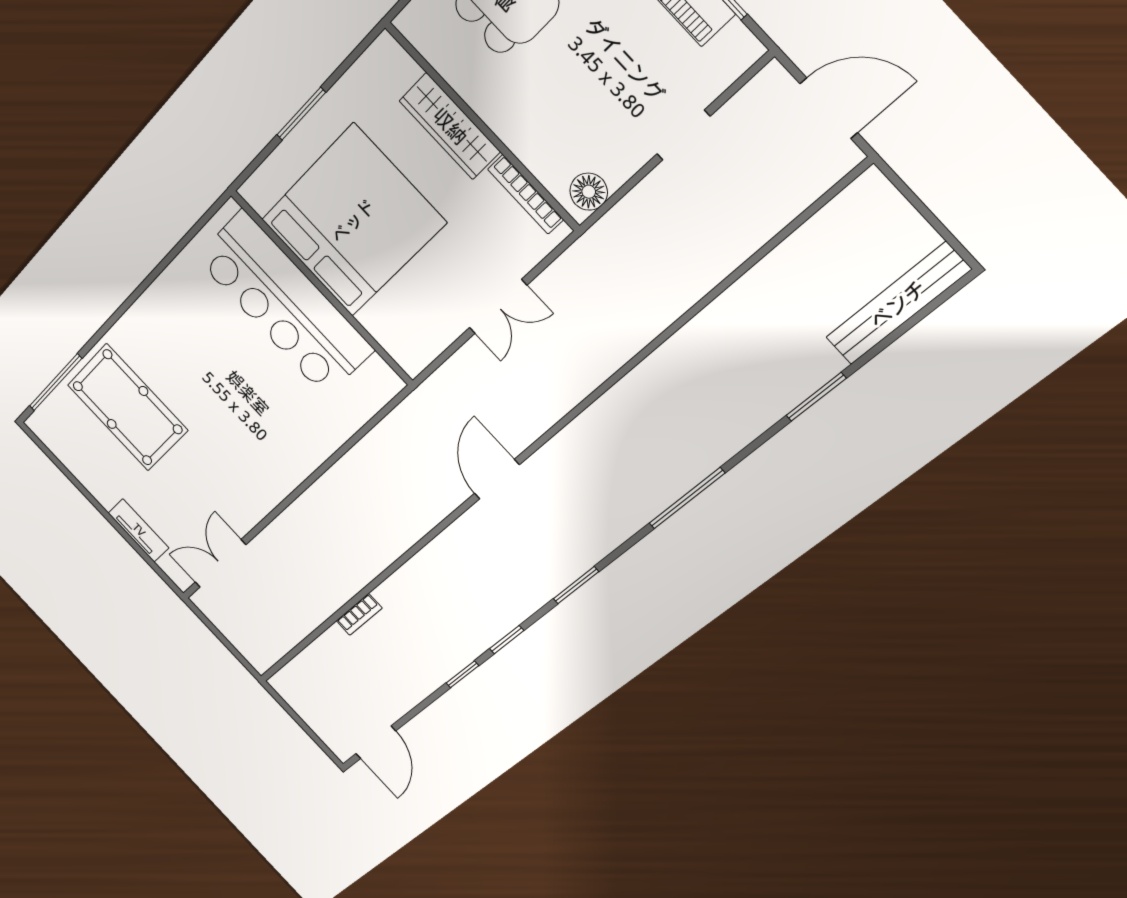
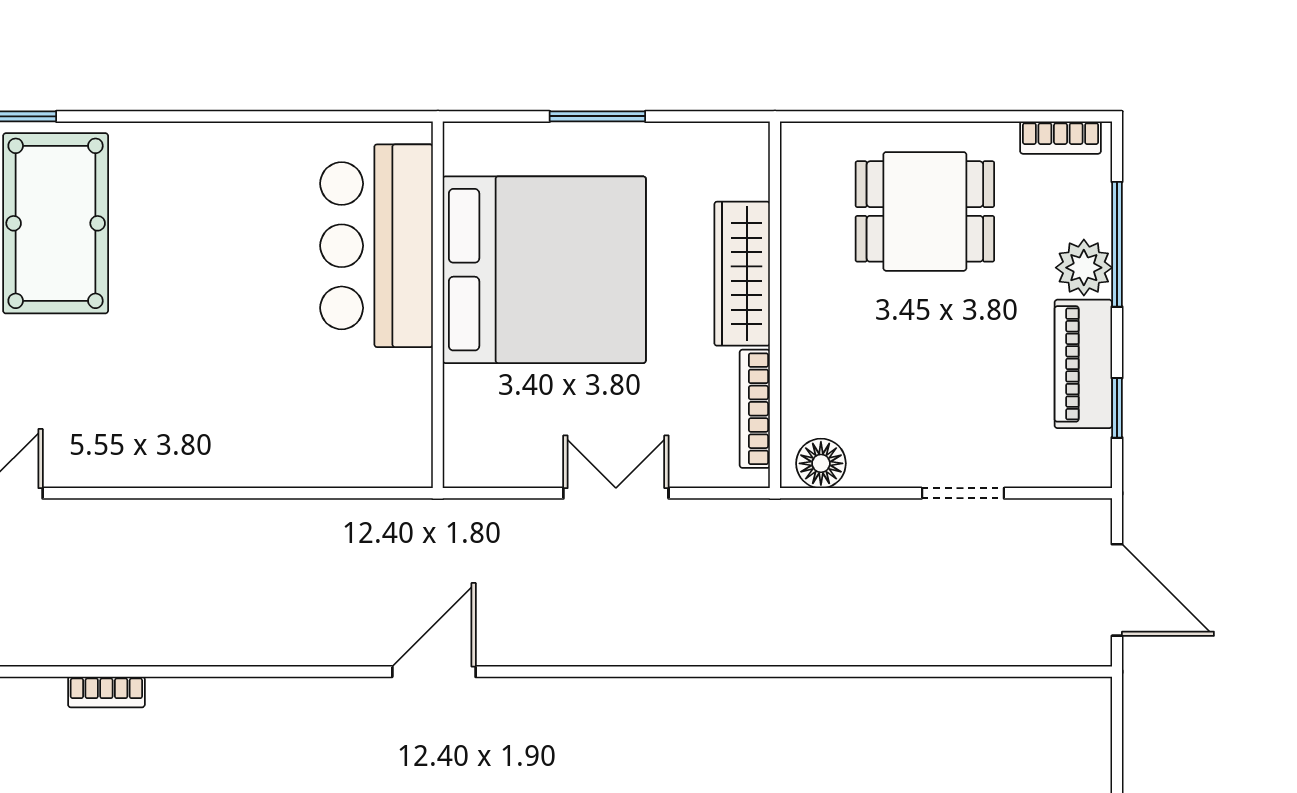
bar counter: (284, 304) -> (377, 246), width x0.73
double door: (498, 307) -> (616, 493), swing flipped

